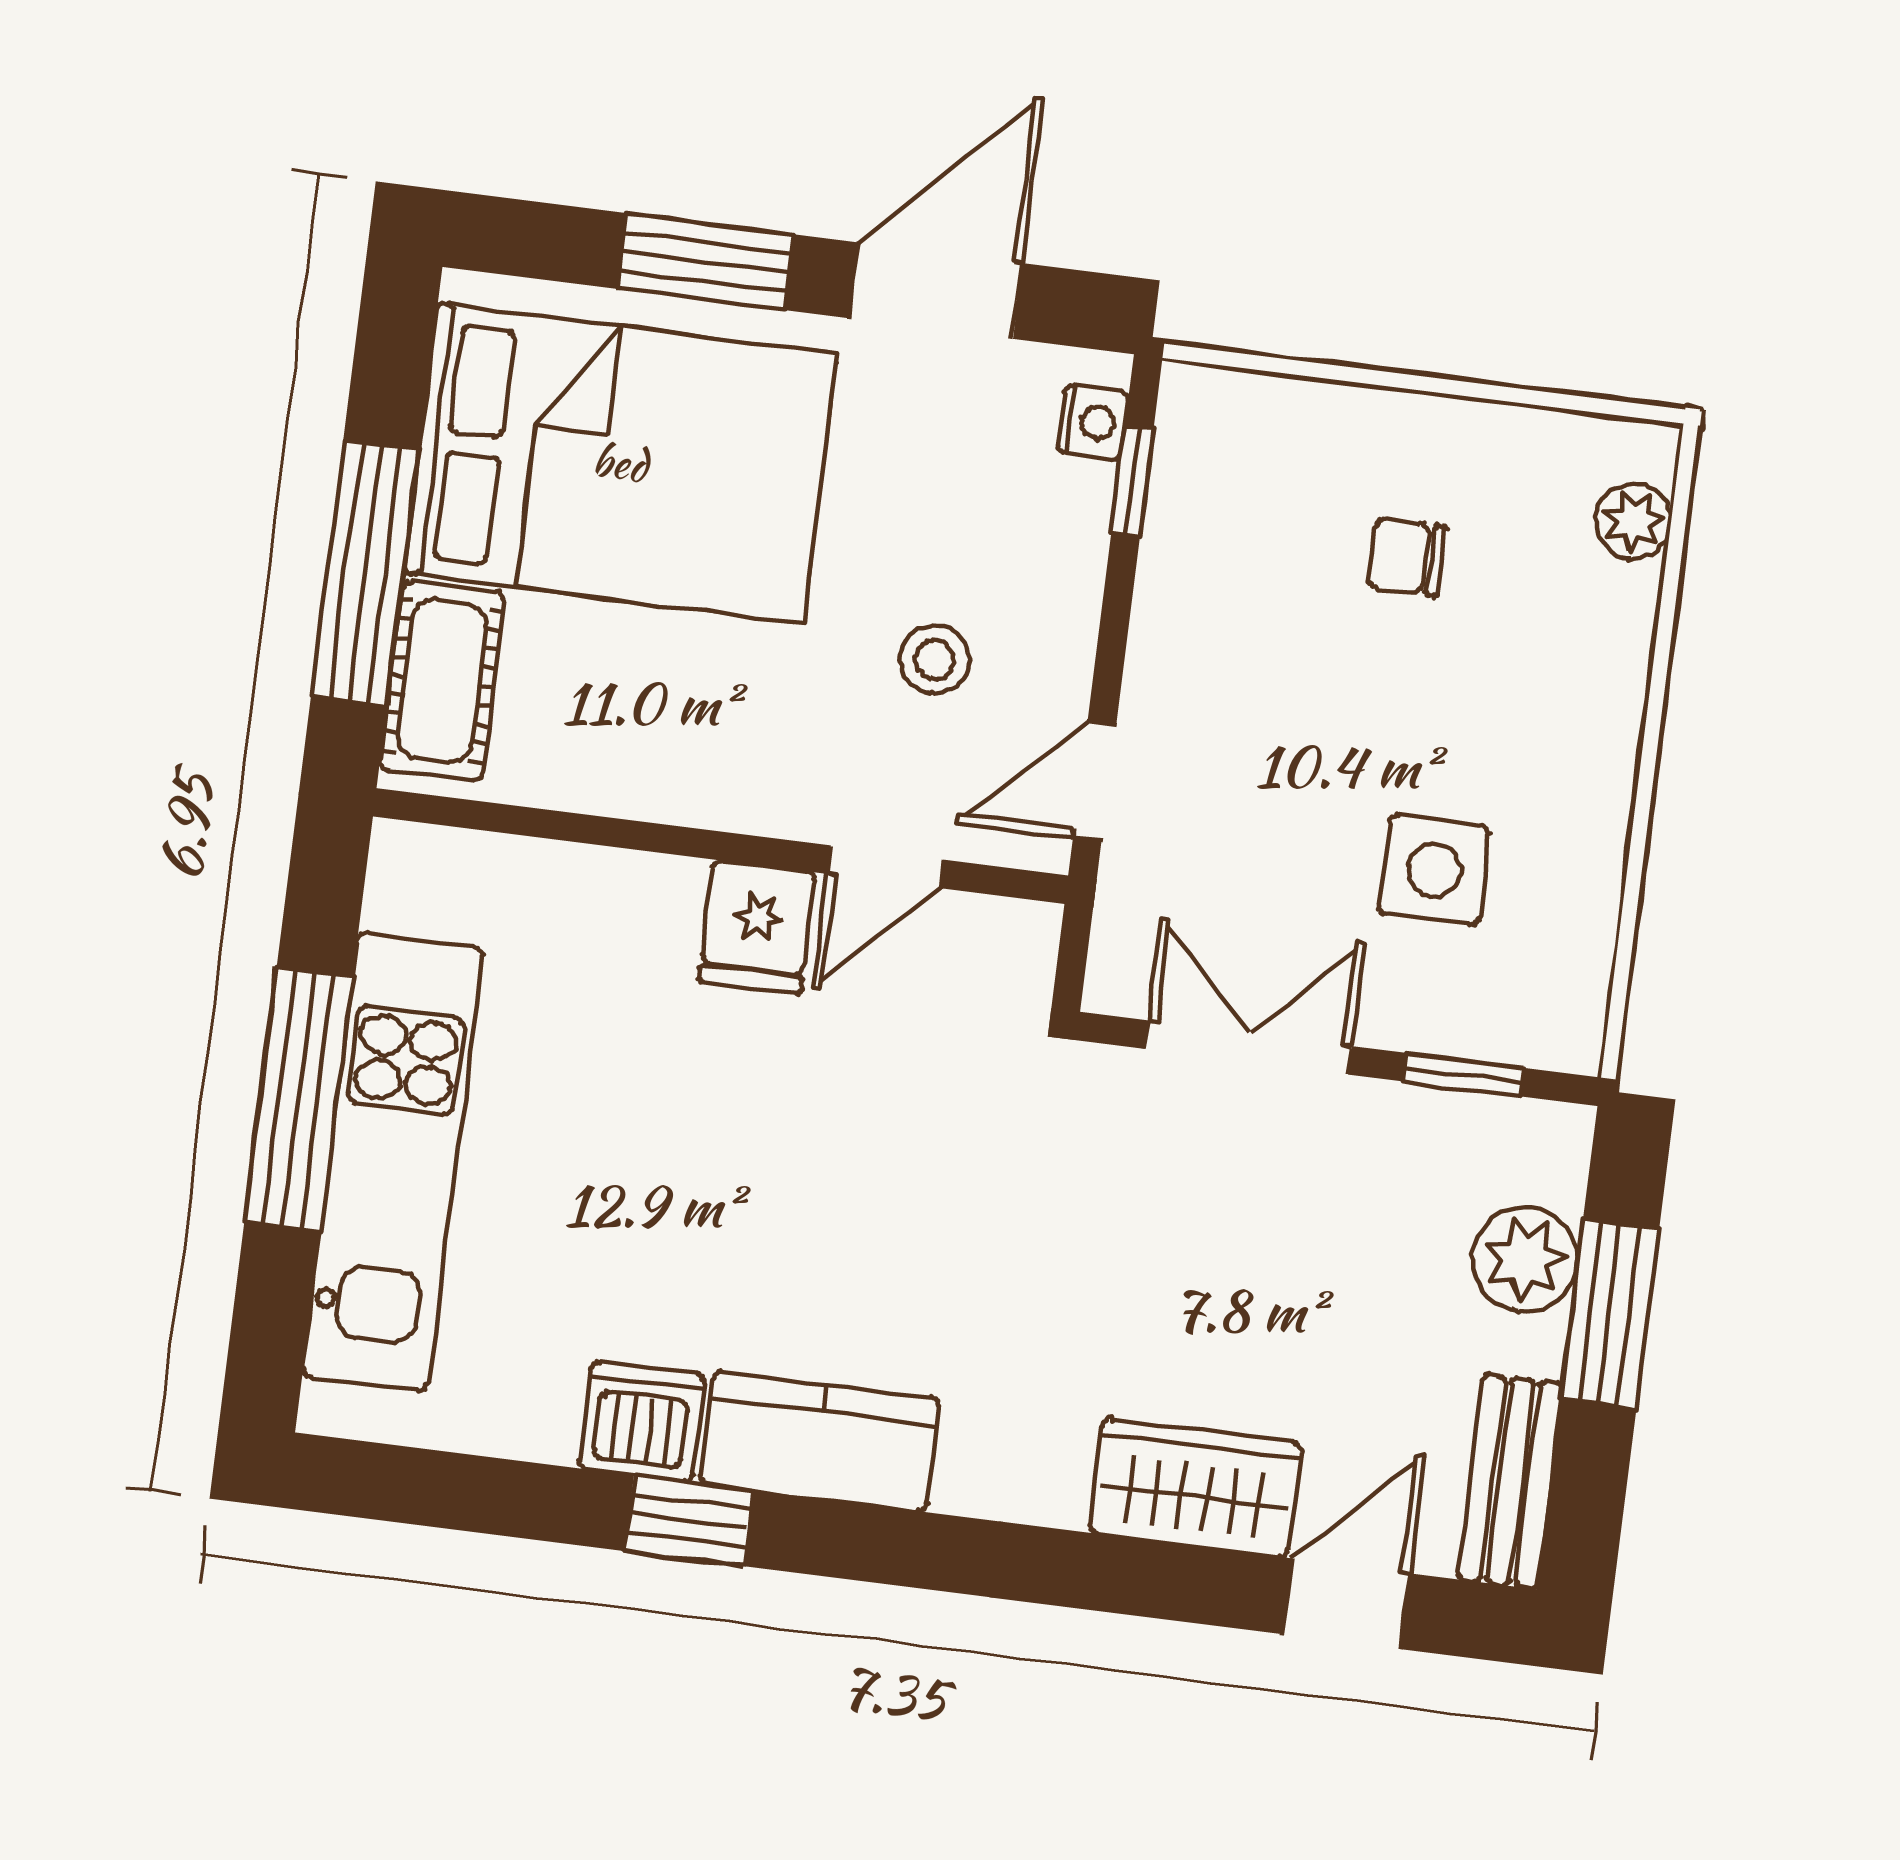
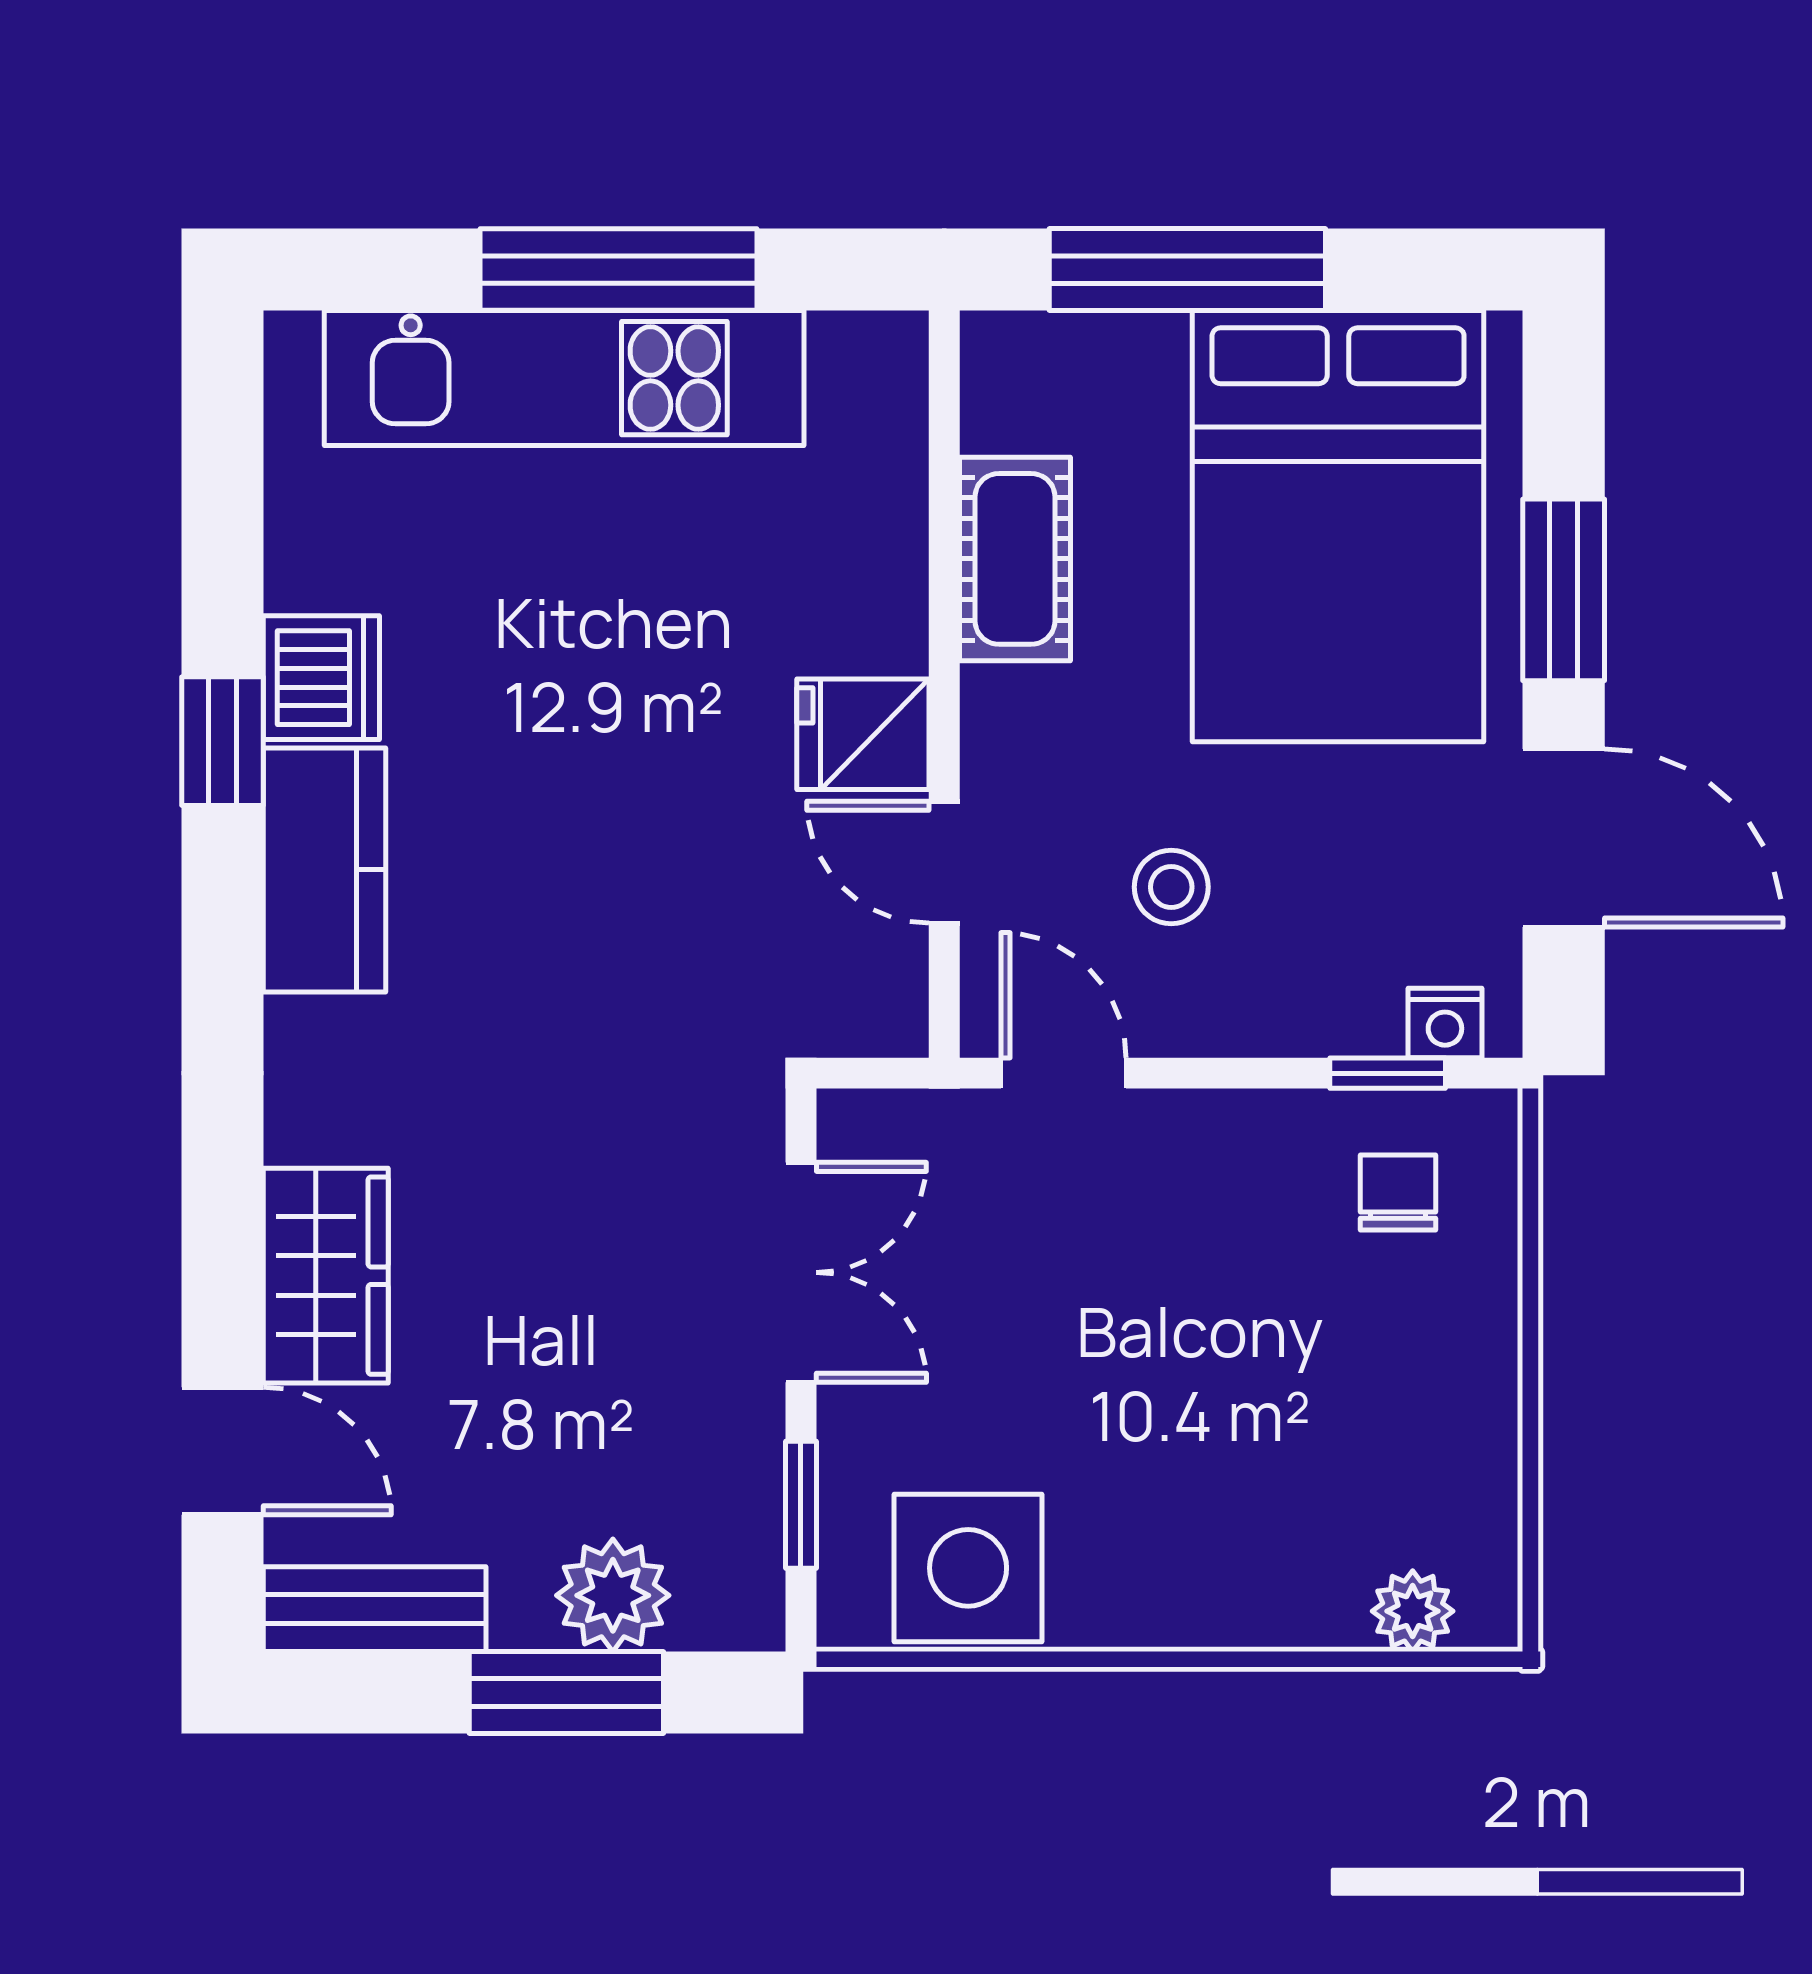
chair: (1407, 557) -> (1398, 1192), moved
cot: (442, 681) -> (1015, 559), moved, turned 90
side table: (1434, 870) -> (968, 1568), moved, width x1.37, depth x1.37

